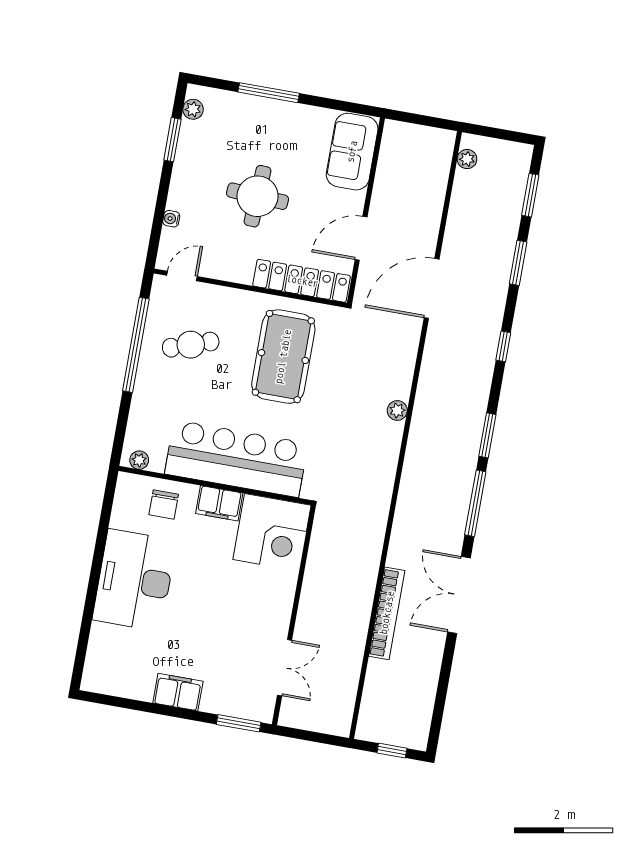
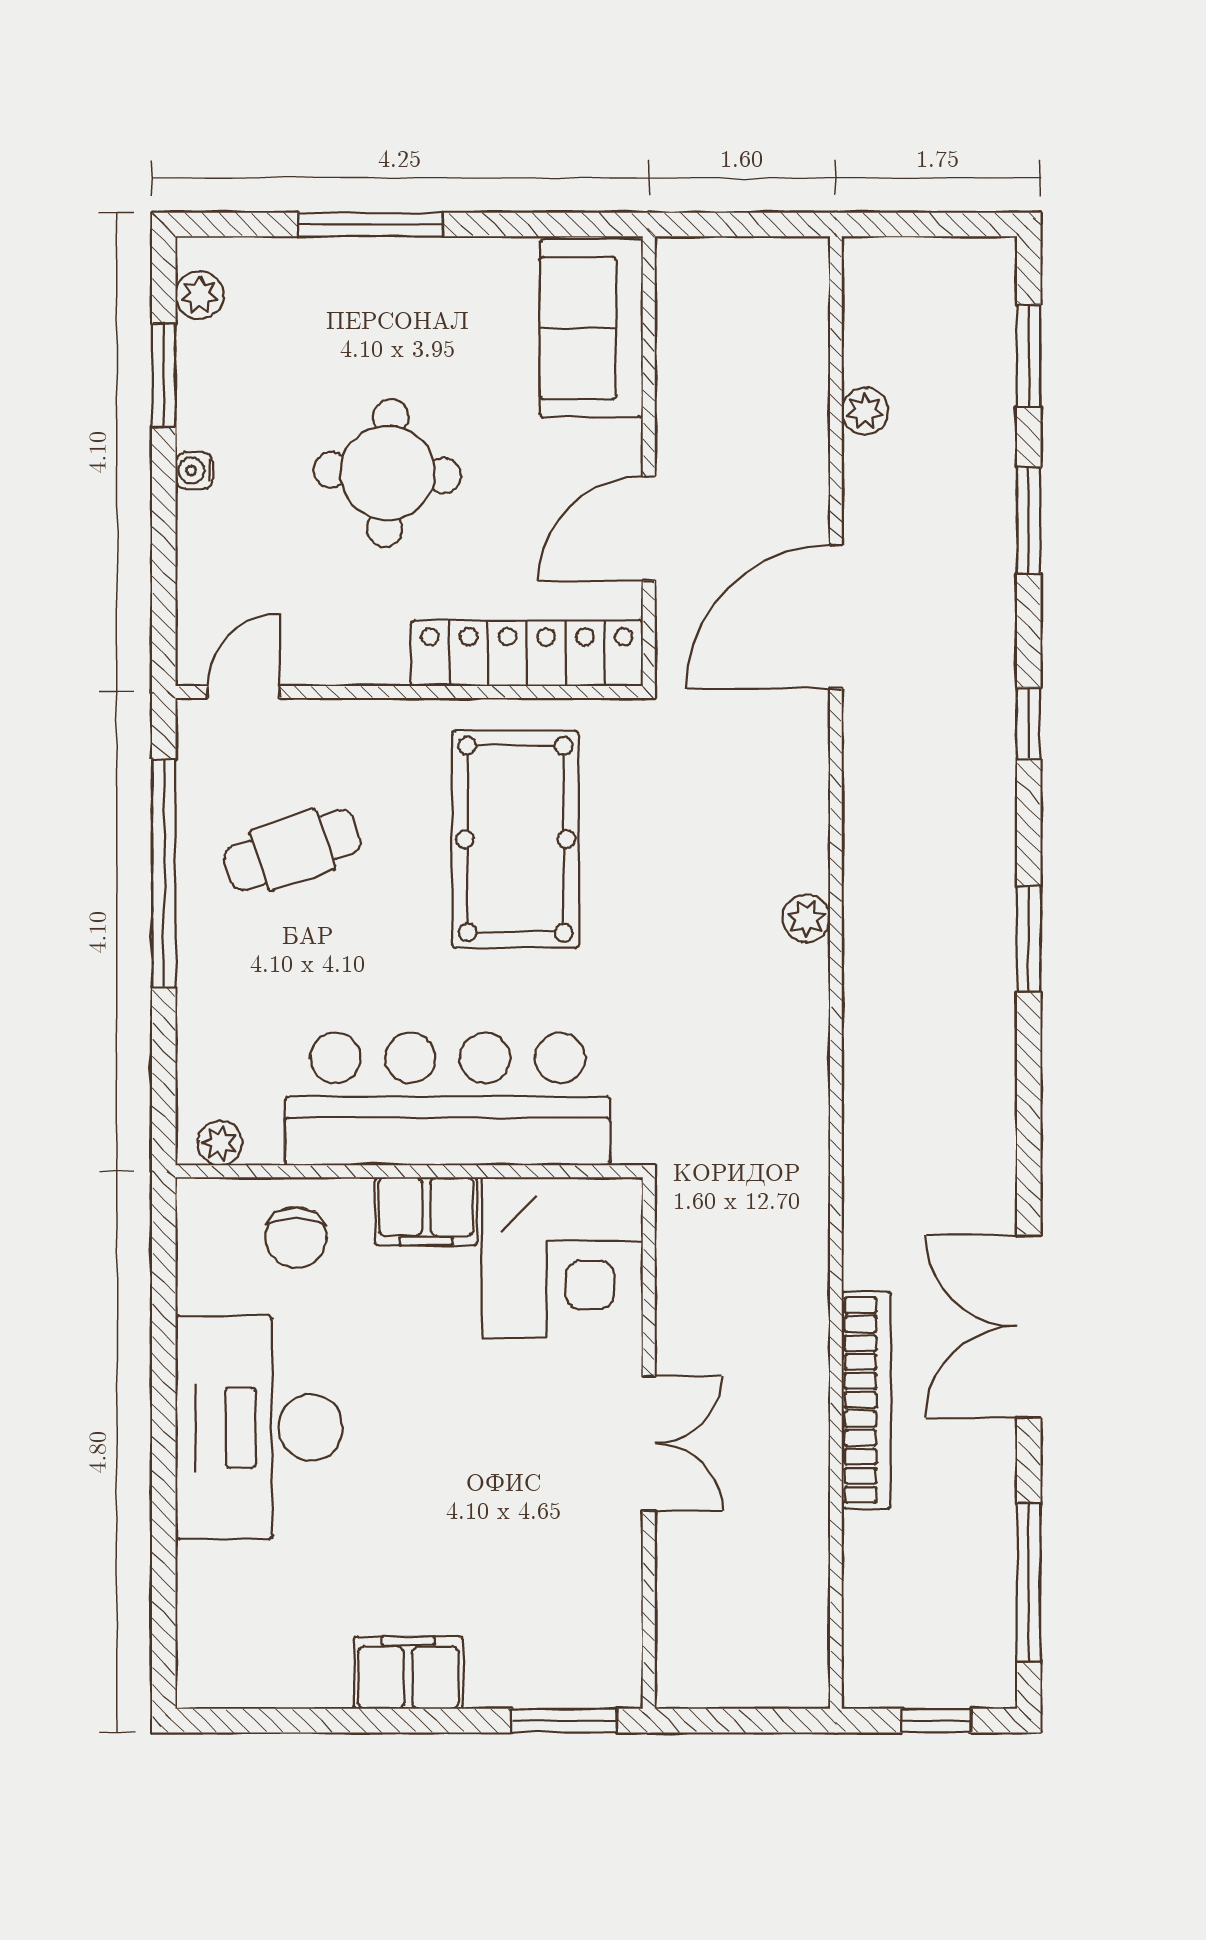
plant: (467, 159) -> (865, 411), moved
water cooler: (171, 219) -> (194, 471), moved
window: (475, 503) -> (1029, 1582), moved
double door: (285, 668) -> (649, 1443), moved

